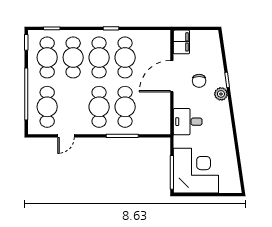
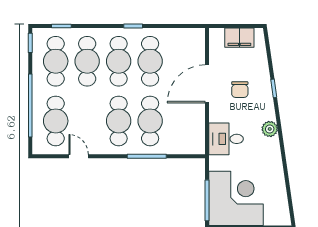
filing cabinet: (181, 42) -> (239, 38), moved, turned 90
plant: (221, 94) -> (270, 129), moved
door: (66, 136) -> (79, 156), swing flipped

